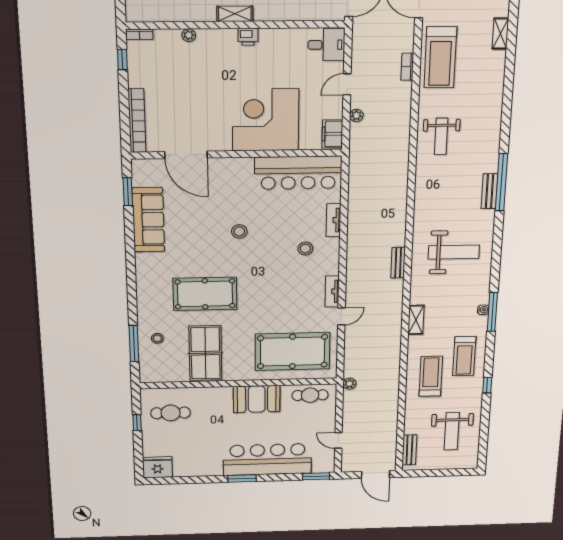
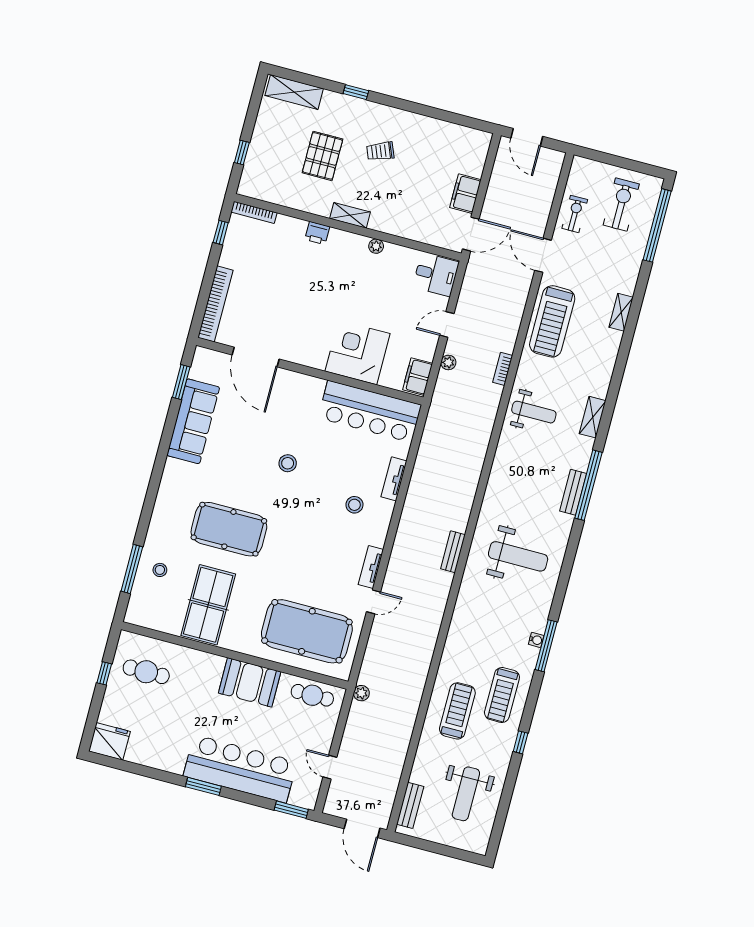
bookcase: (139, 34) -> (254, 212), width x1.56
plant: (189, 35) -> (376, 246), moved
printer: (248, 37) -> (317, 233), moved
bookcase: (407, 67) -> (503, 369), moved
corner desk: (266, 120) -> (358, 352), width x0.74, depth x0.74
weight bench: (441, 136) -> (534, 412), turned -90
shelving: (416, 320) -> (593, 417), moved

